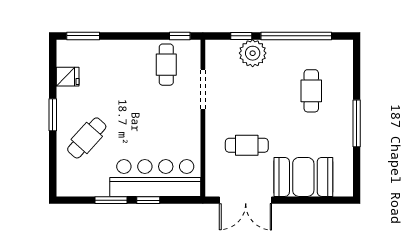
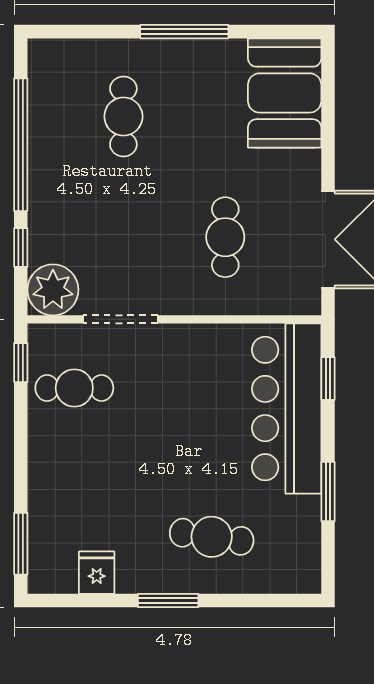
plant: (253, 53) -> (53, 290), moved
cafe table: (311, 91) -> (123, 116), turned 90
cafe table: (87, 138) -> (212, 537), turned -34
booth: (303, 177) -> (285, 93), moved
window: (148, 200) -> (328, 378), moved

